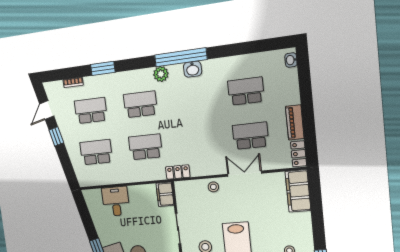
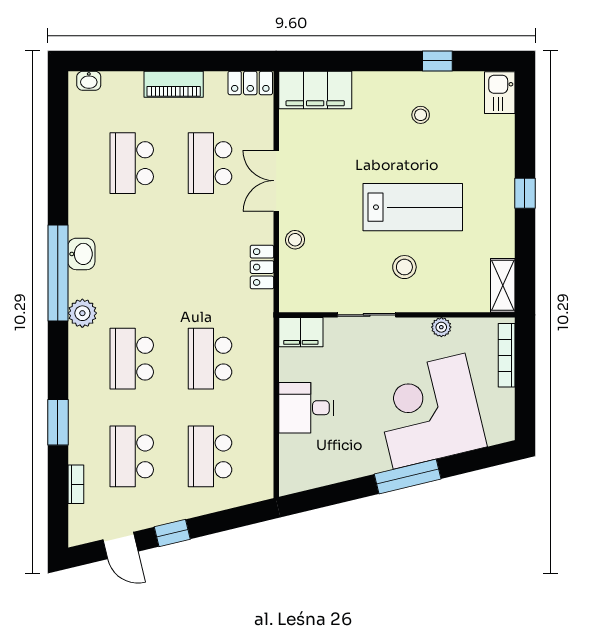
piano: (295, 122) -> (174, 84), moved
locker: (178, 172) -> (262, 267), moved
desk: (116, 201) -> (306, 408), moved

